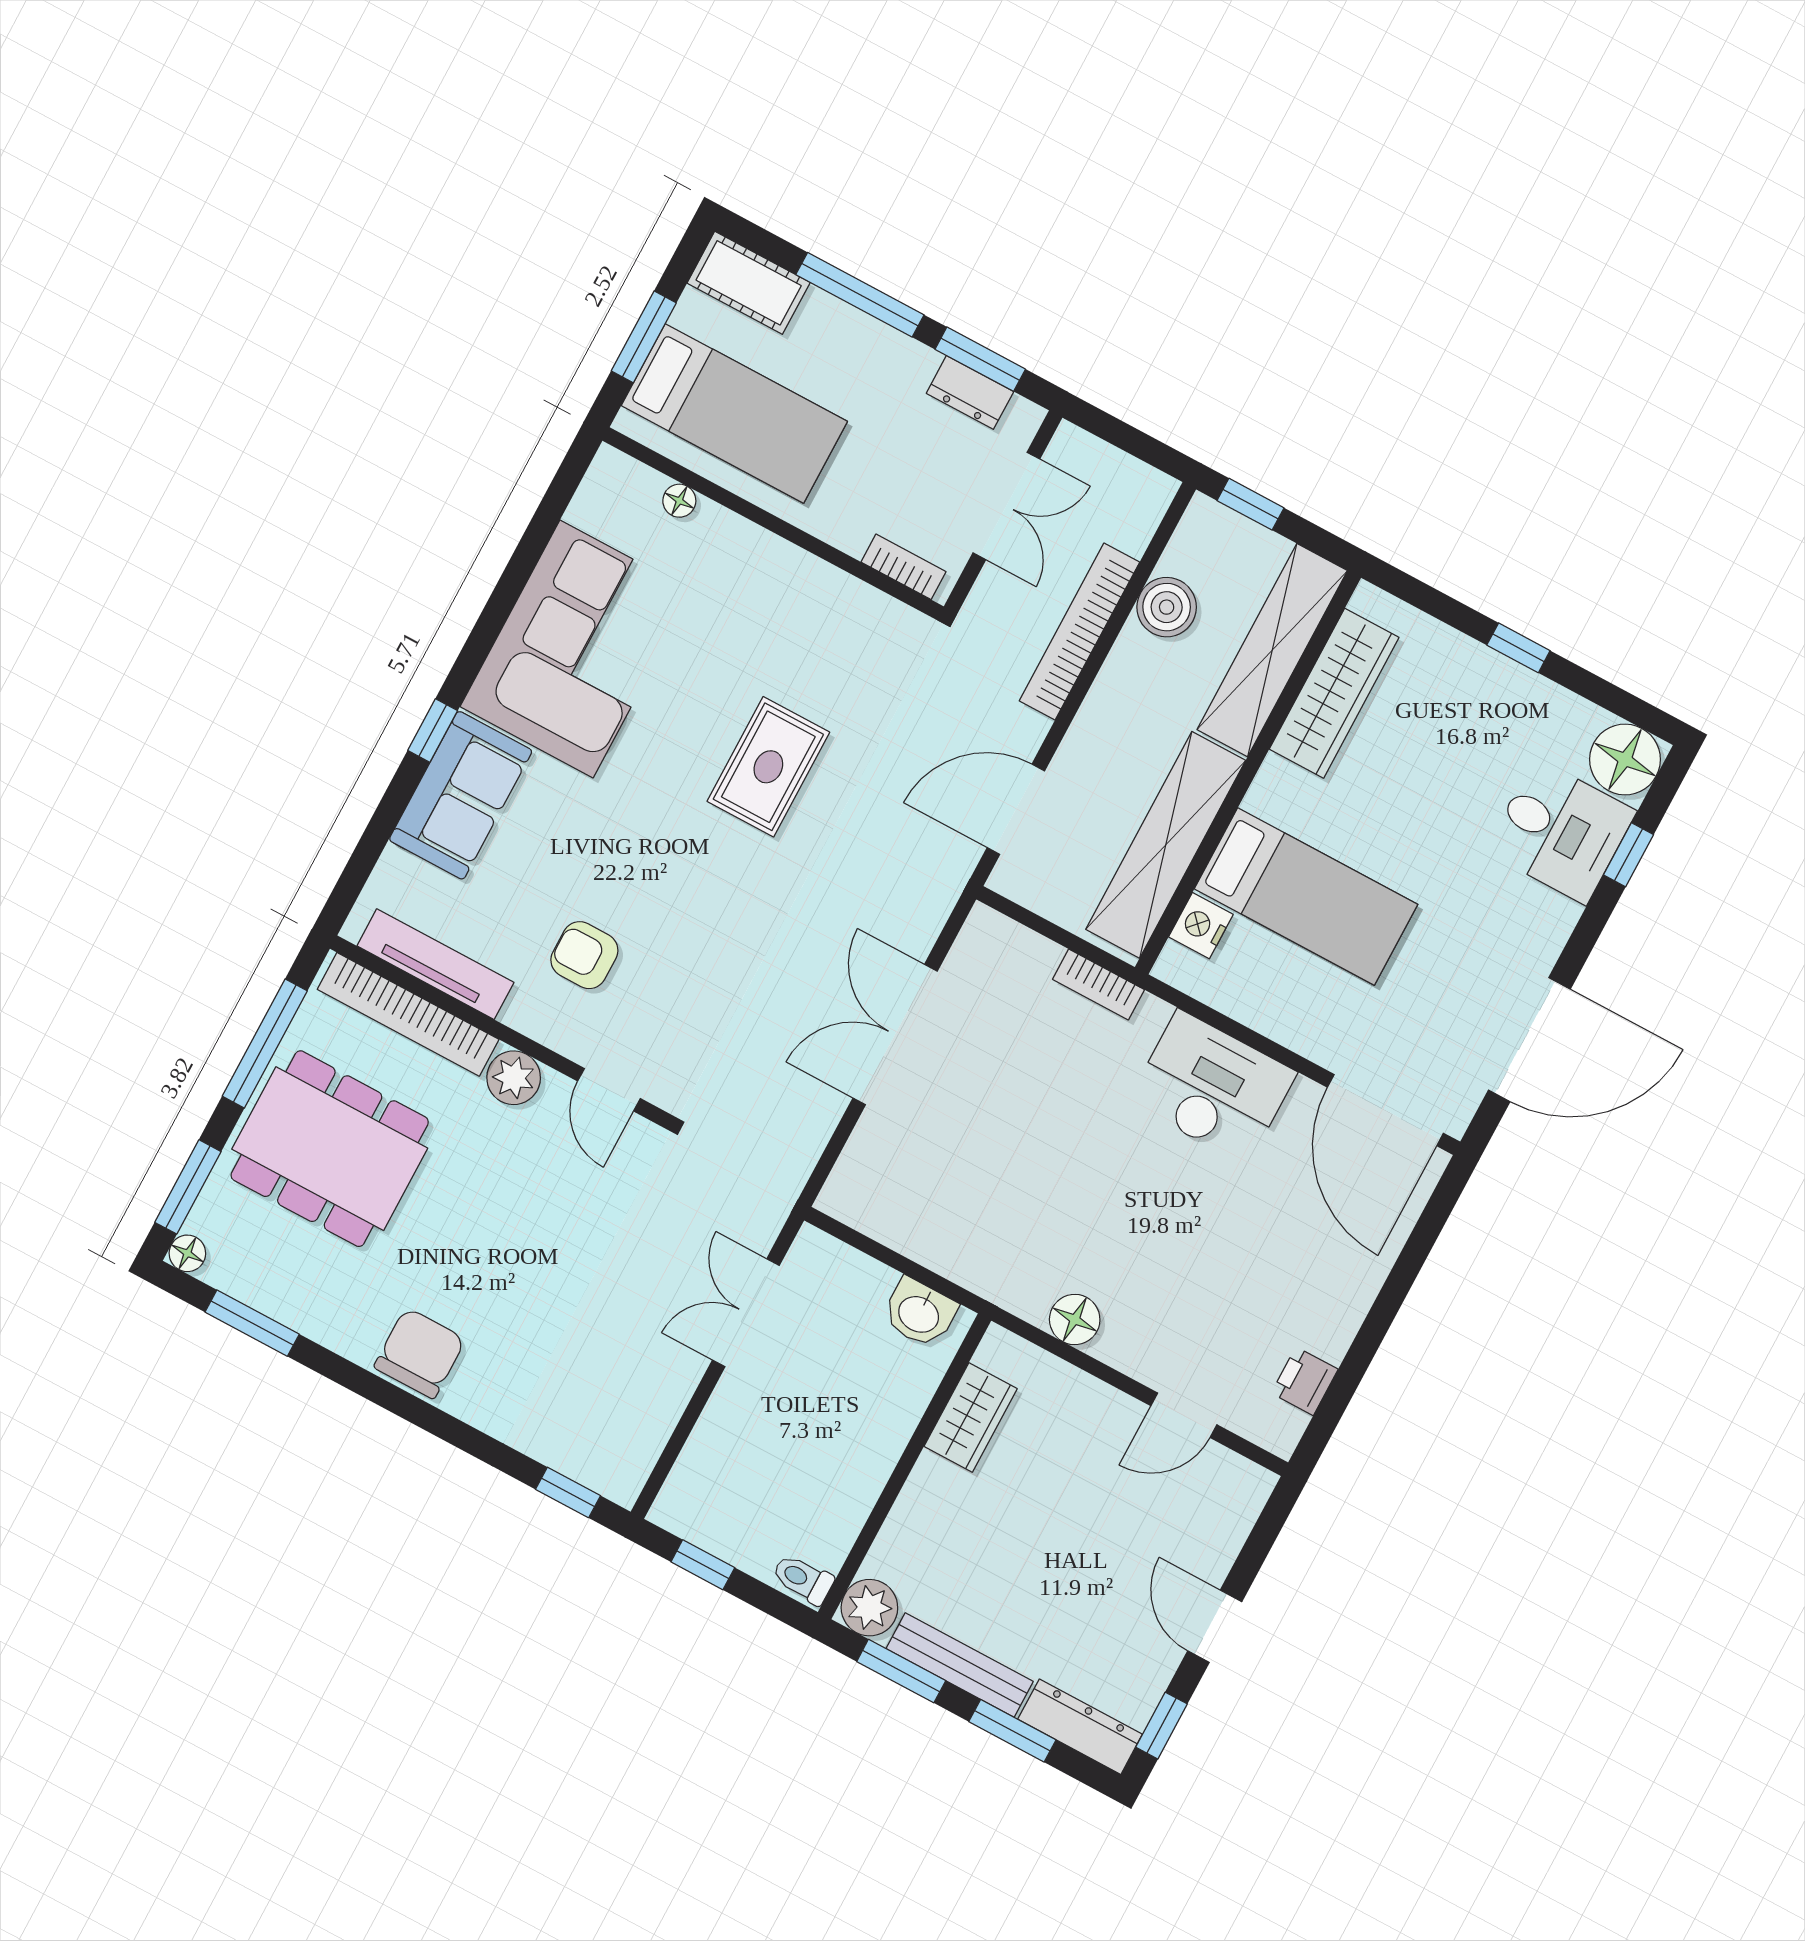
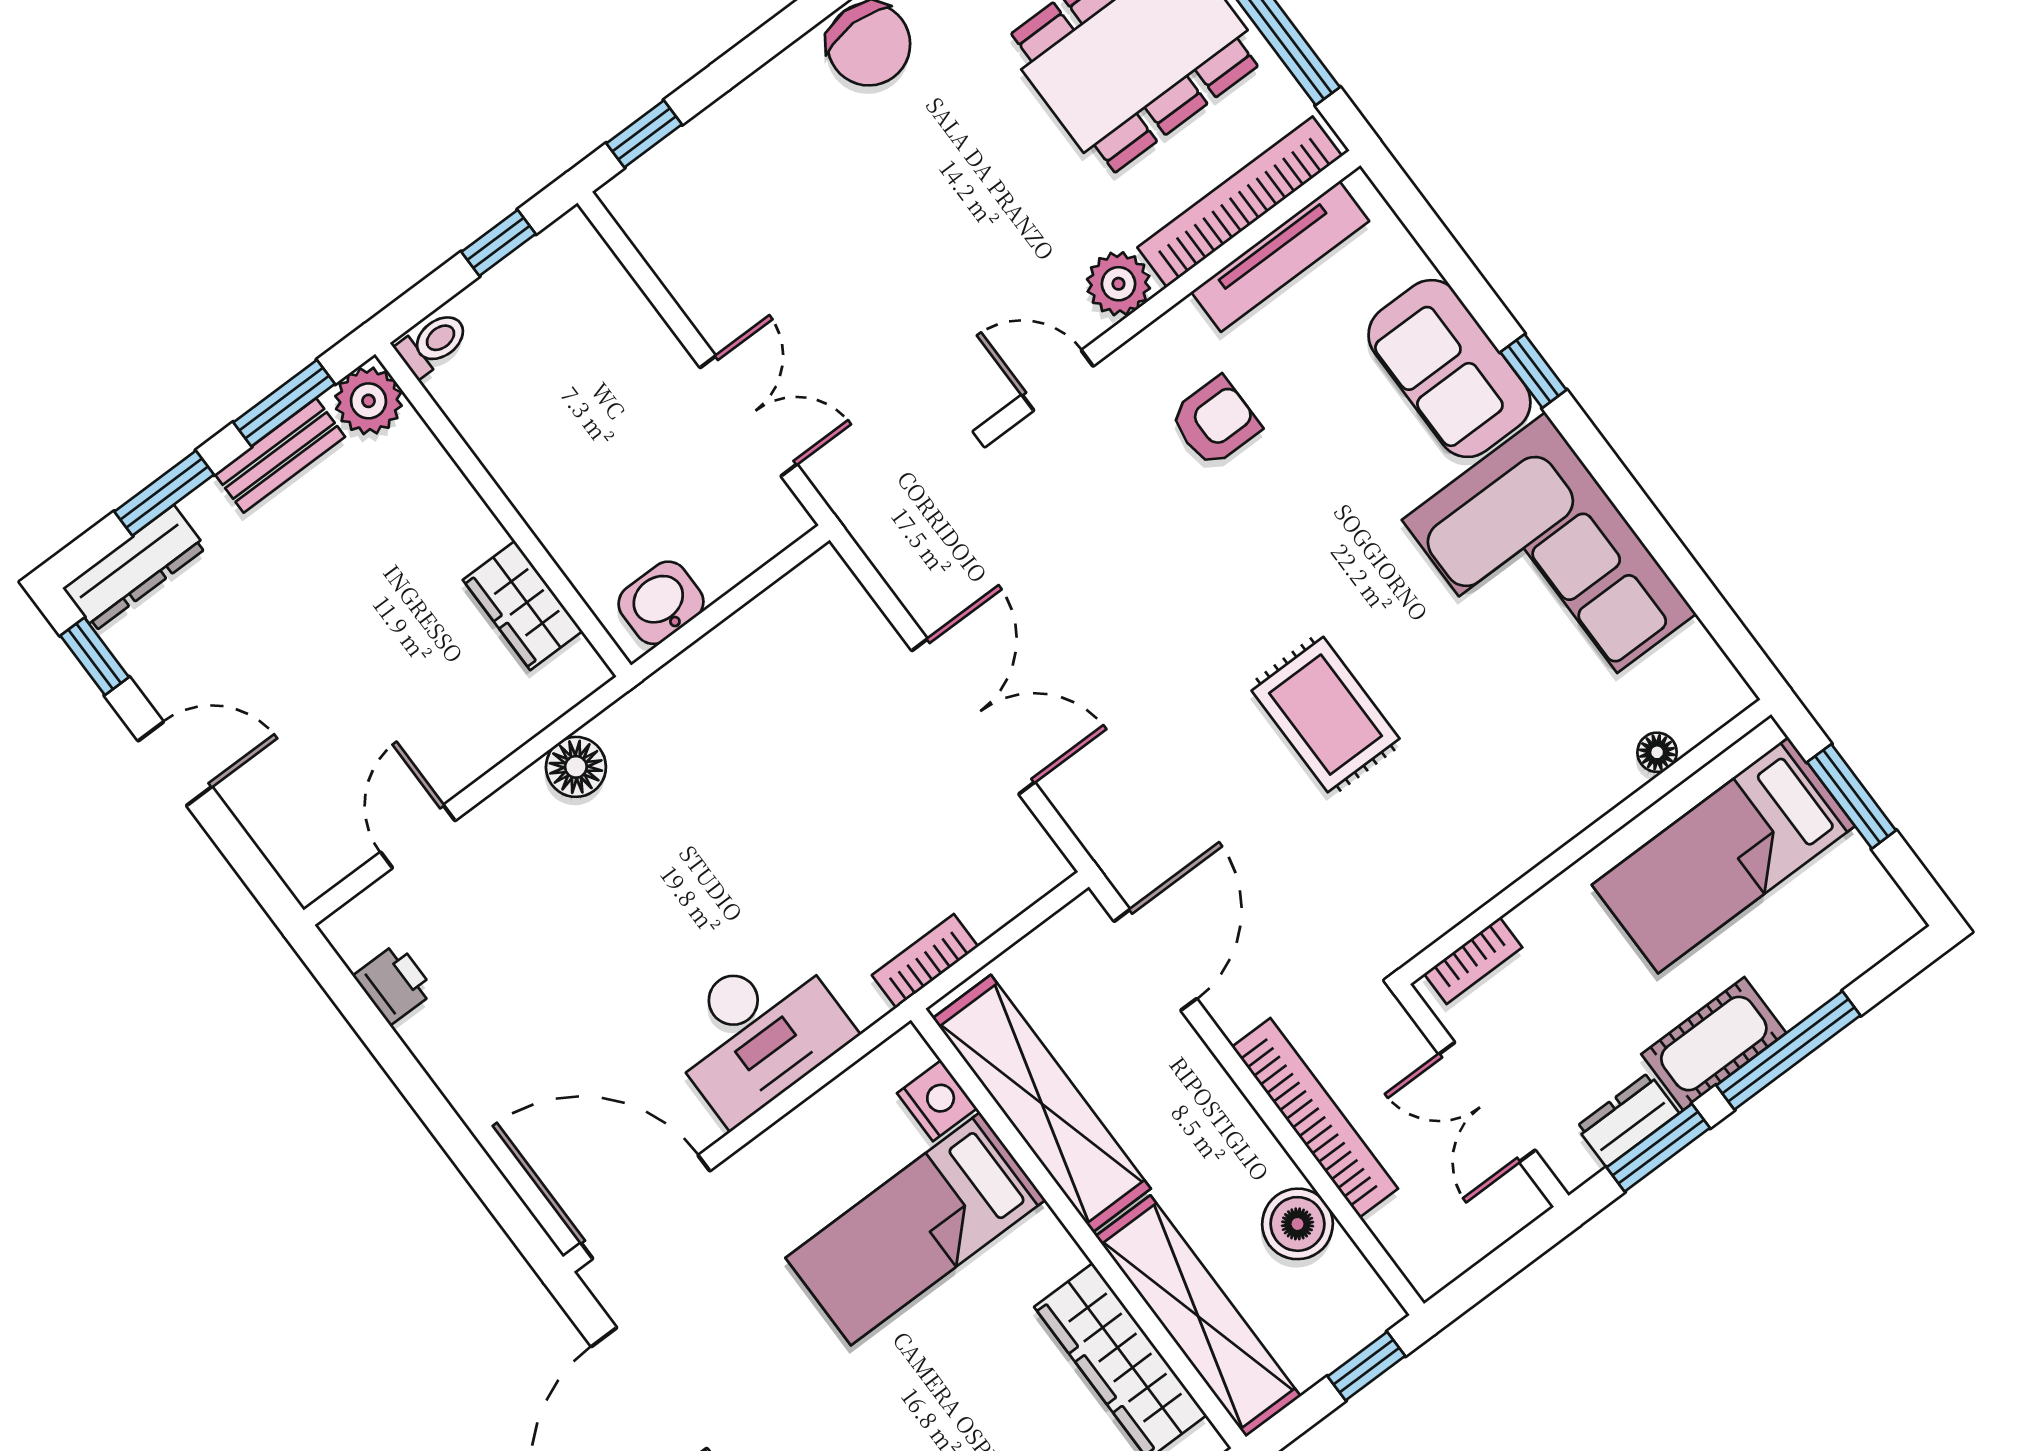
cot: (749, 283) -> (1714, 1044), moved
bench: (960, 1665) -> (280, 455), width x0.73

